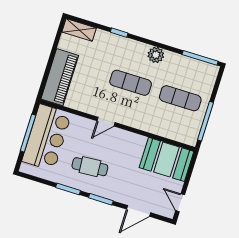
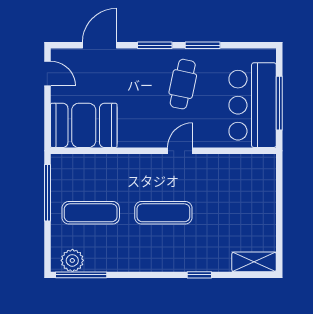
plant: (156, 55) -> (72, 260), moved
piano: (60, 77) -> (260, 191), removed
cafe table: (90, 167) -> (183, 84), turned -74

